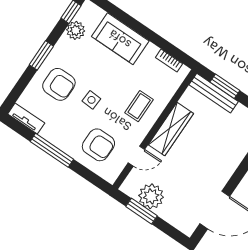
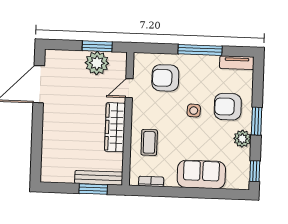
plant: (76, 30) -> (242, 139), moved
coffee table: (139, 106) -> (149, 142), moved

